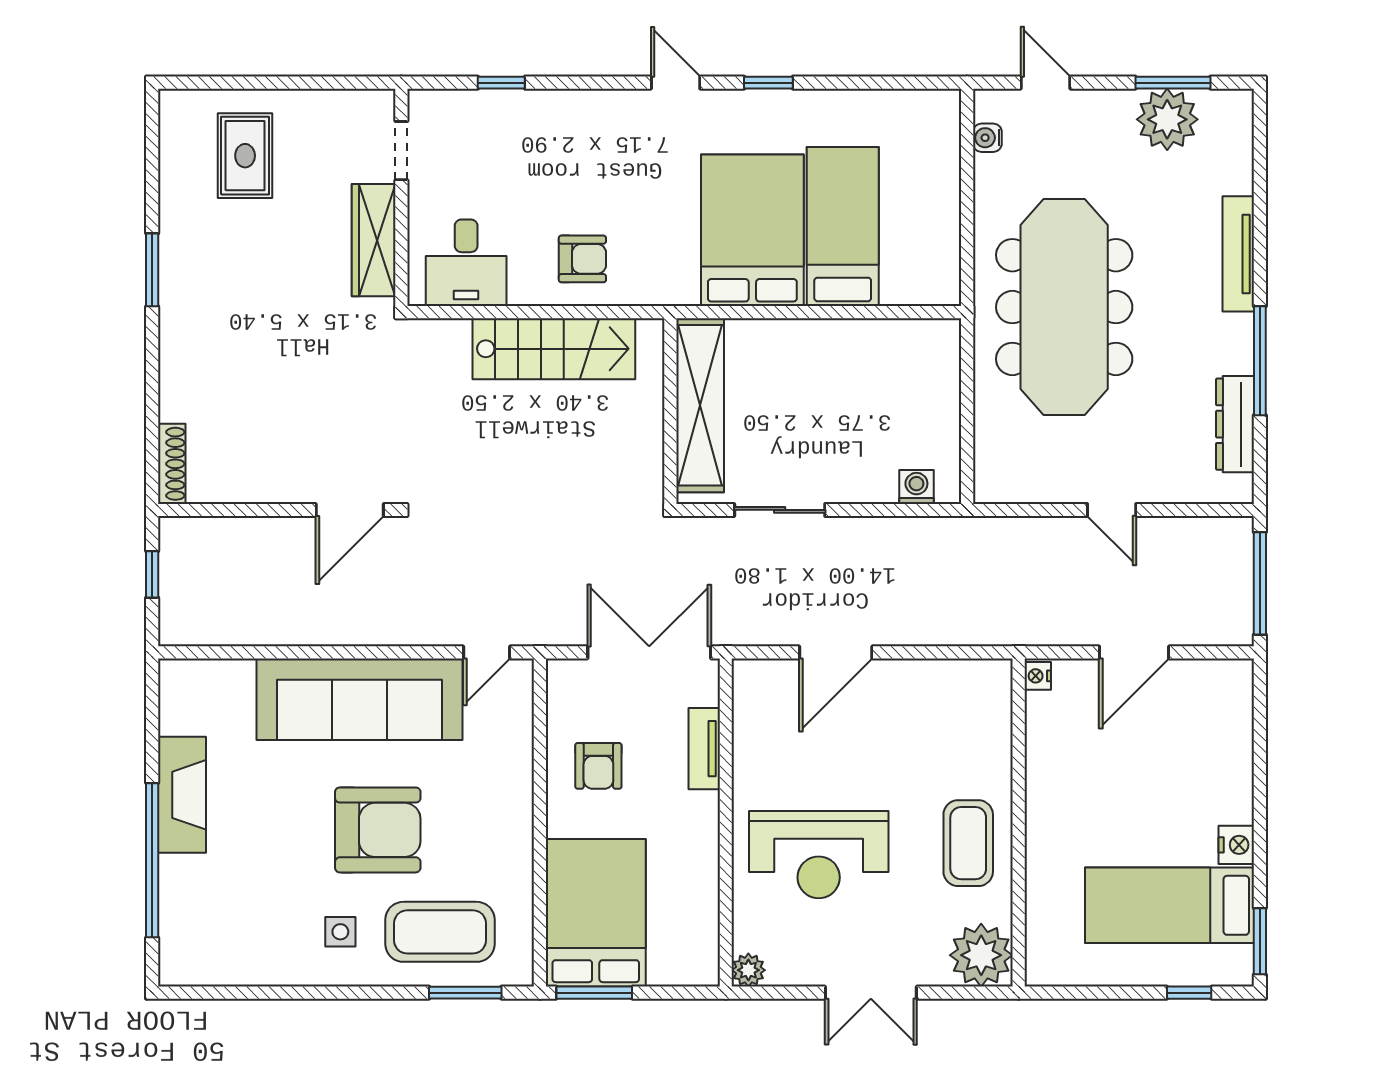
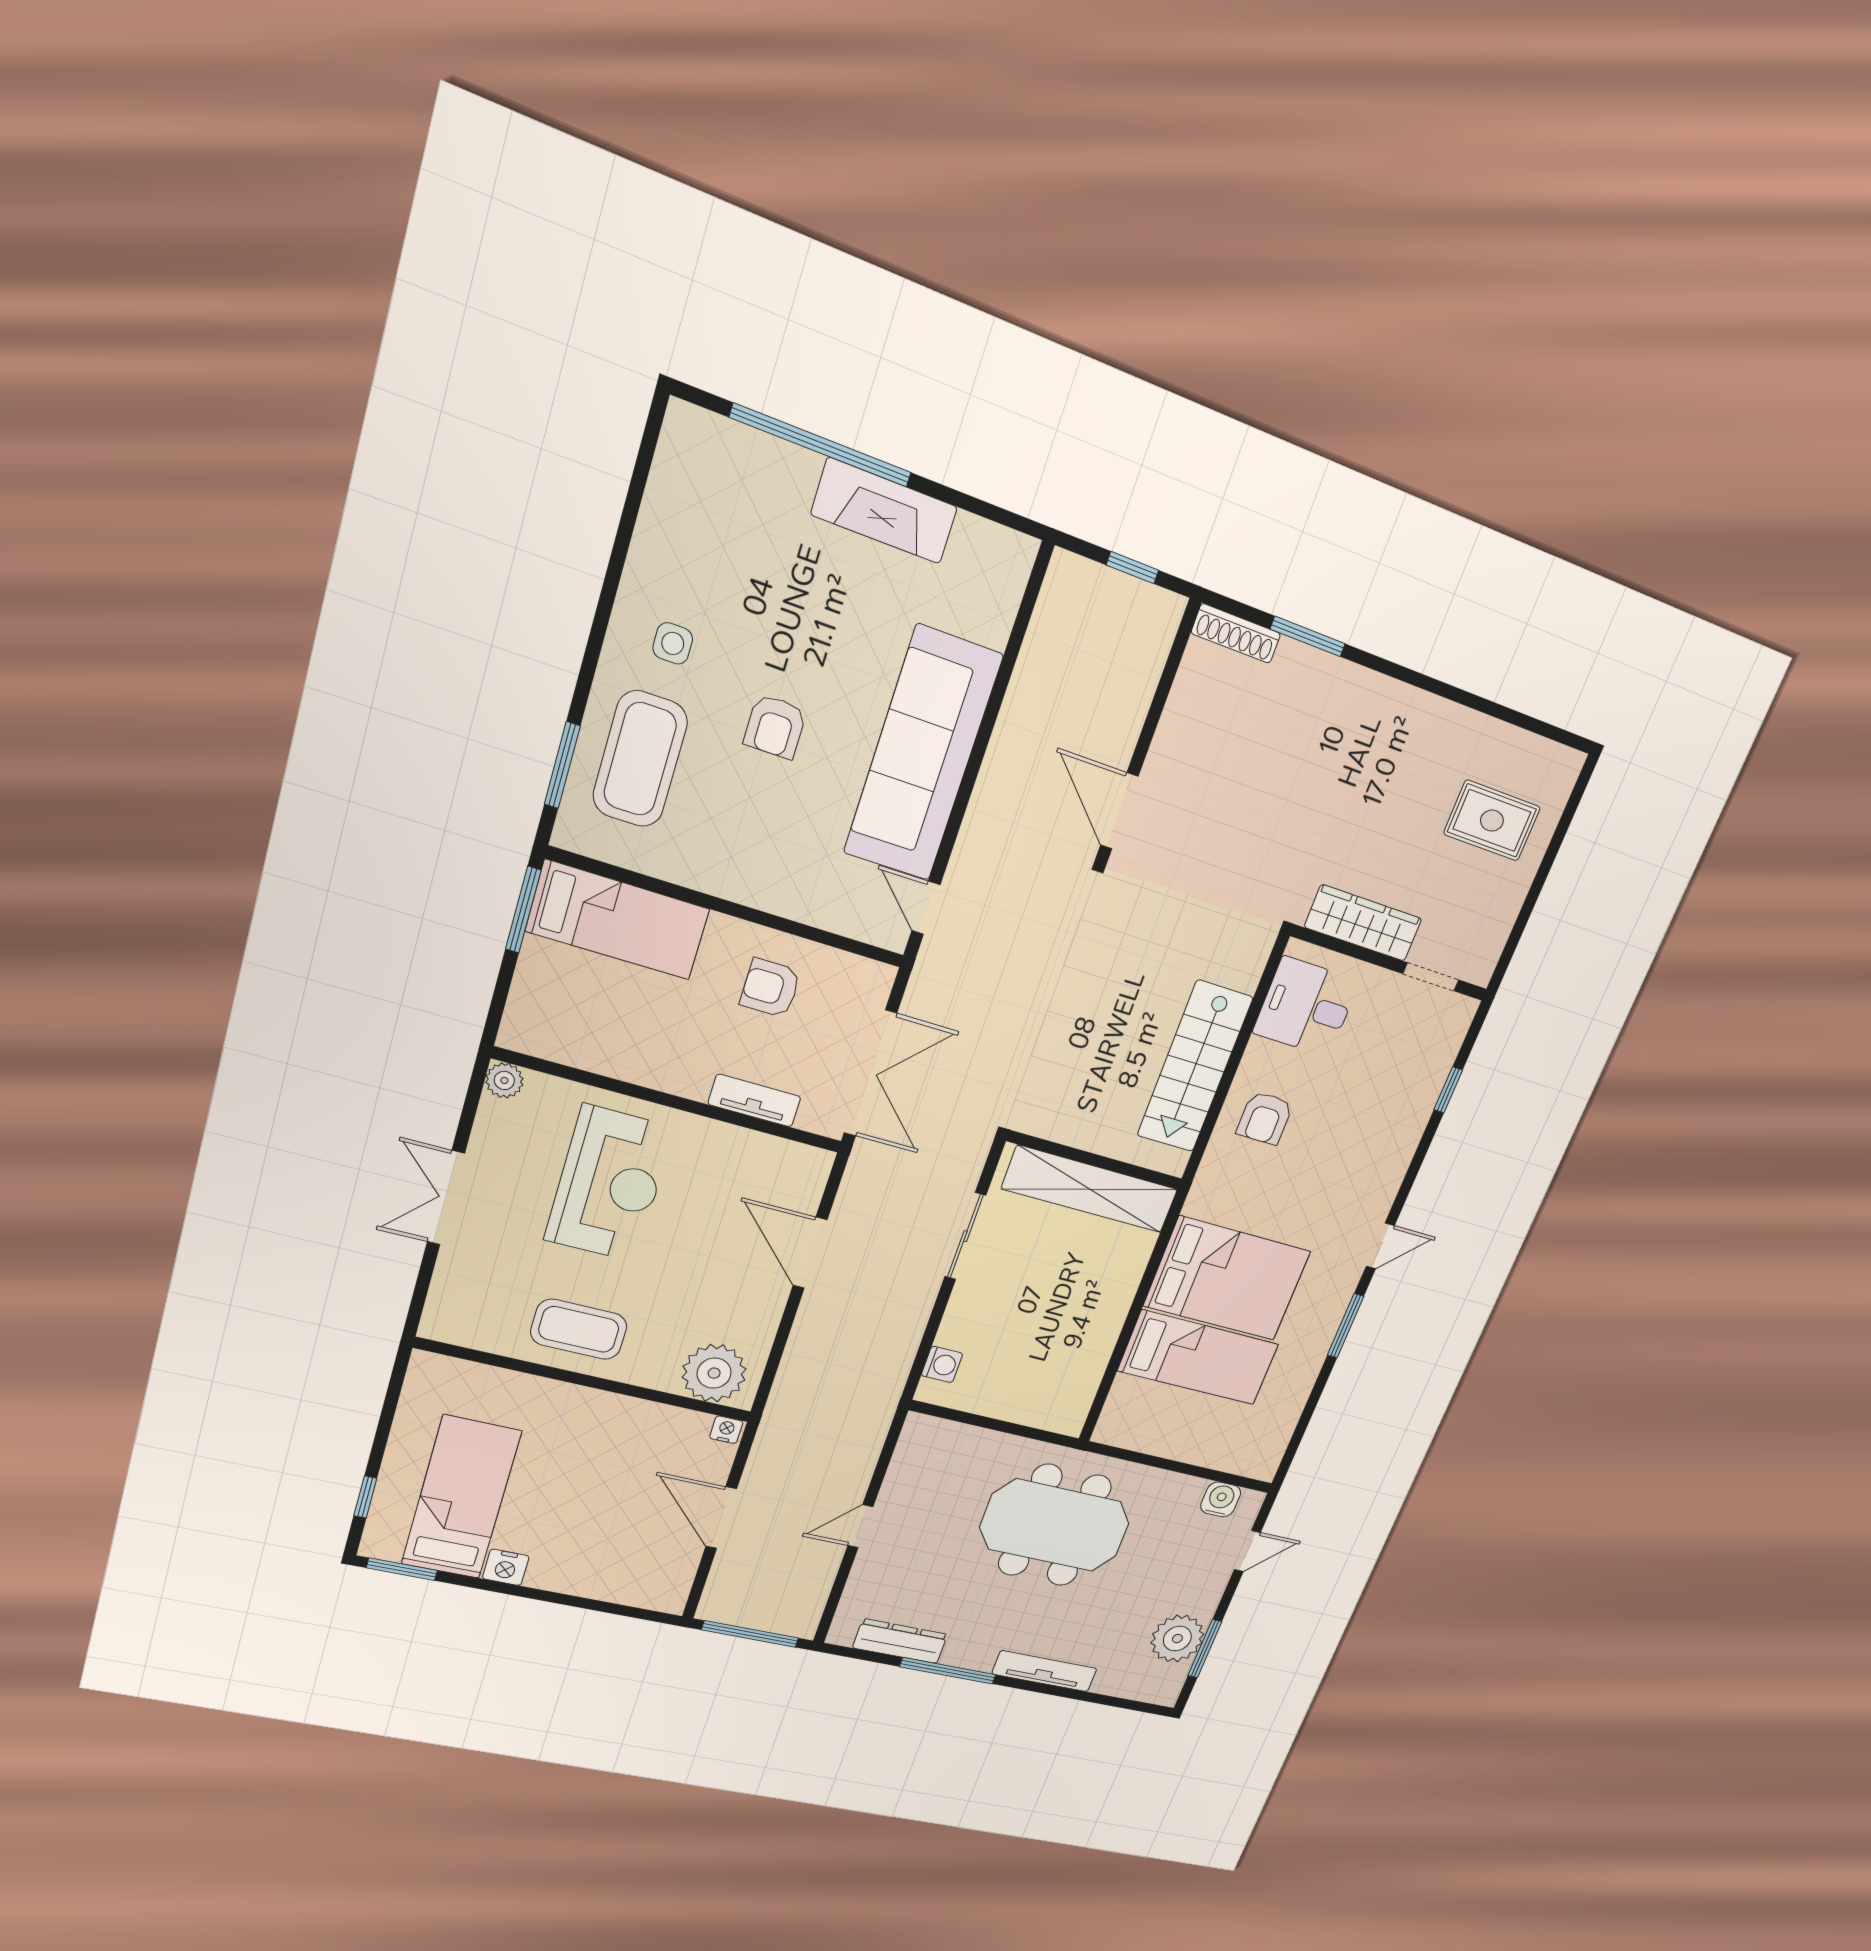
window: (768, 83) -> (1346, 1326), width x1.50
water cooler: (987, 138) -> (1221, 1499), width x1.38, depth x1.38
window: (152, 270) -> (1308, 636), moved
meeting table: (1064, 307) -> (1055, 1525), width x0.73
armchair: (378, 830) -> (775, 727), width x0.53, depth x0.53
reception desk: (819, 855) -> (609, 1184), turned 180
bed: (596, 913) -> (618, 920), width x0.67
plant: (981, 955) -> (714, 1373), moved

